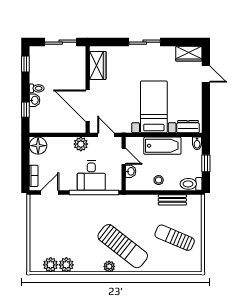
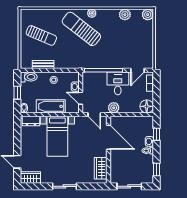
desk: (91, 176) -> (118, 83), moved
plant: (51, 265) -> (148, 15), moved

